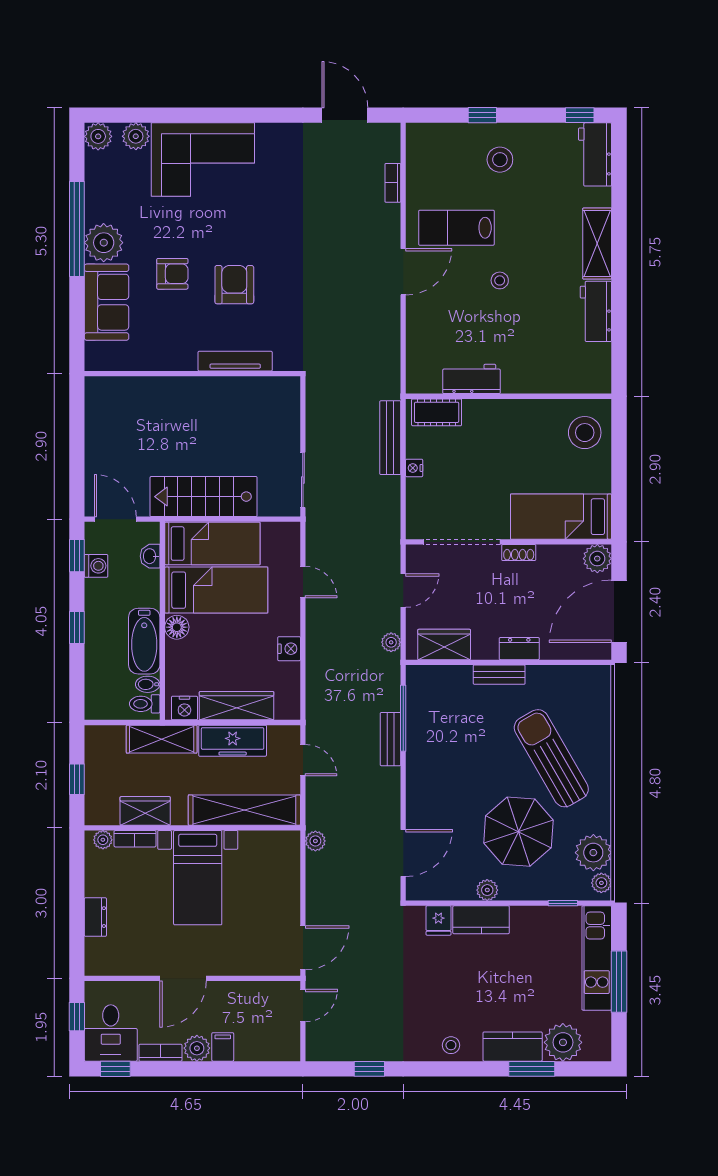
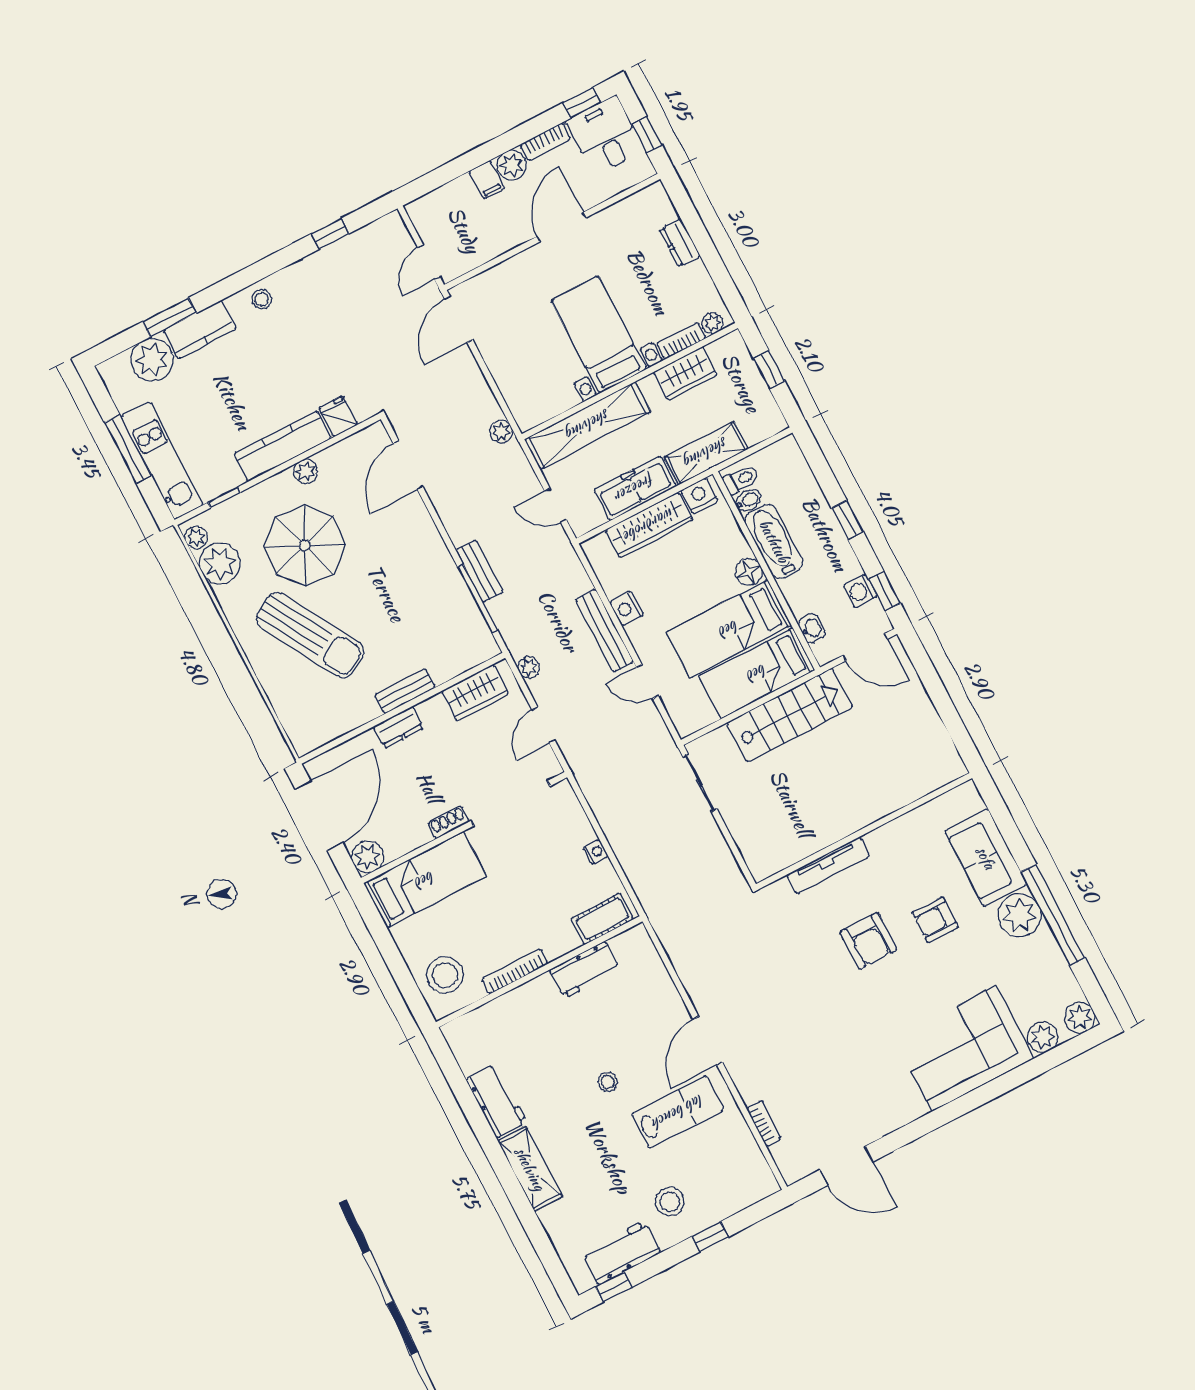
workbench: (595, 154) -> (622, 1253), moved, turned -90
bookcase: (528, 406) -> (515, 972), added
bench: (390, 438) -> (604, 631), moved
kitchen counter: (481, 920) -> (283, 446), width x1.50

